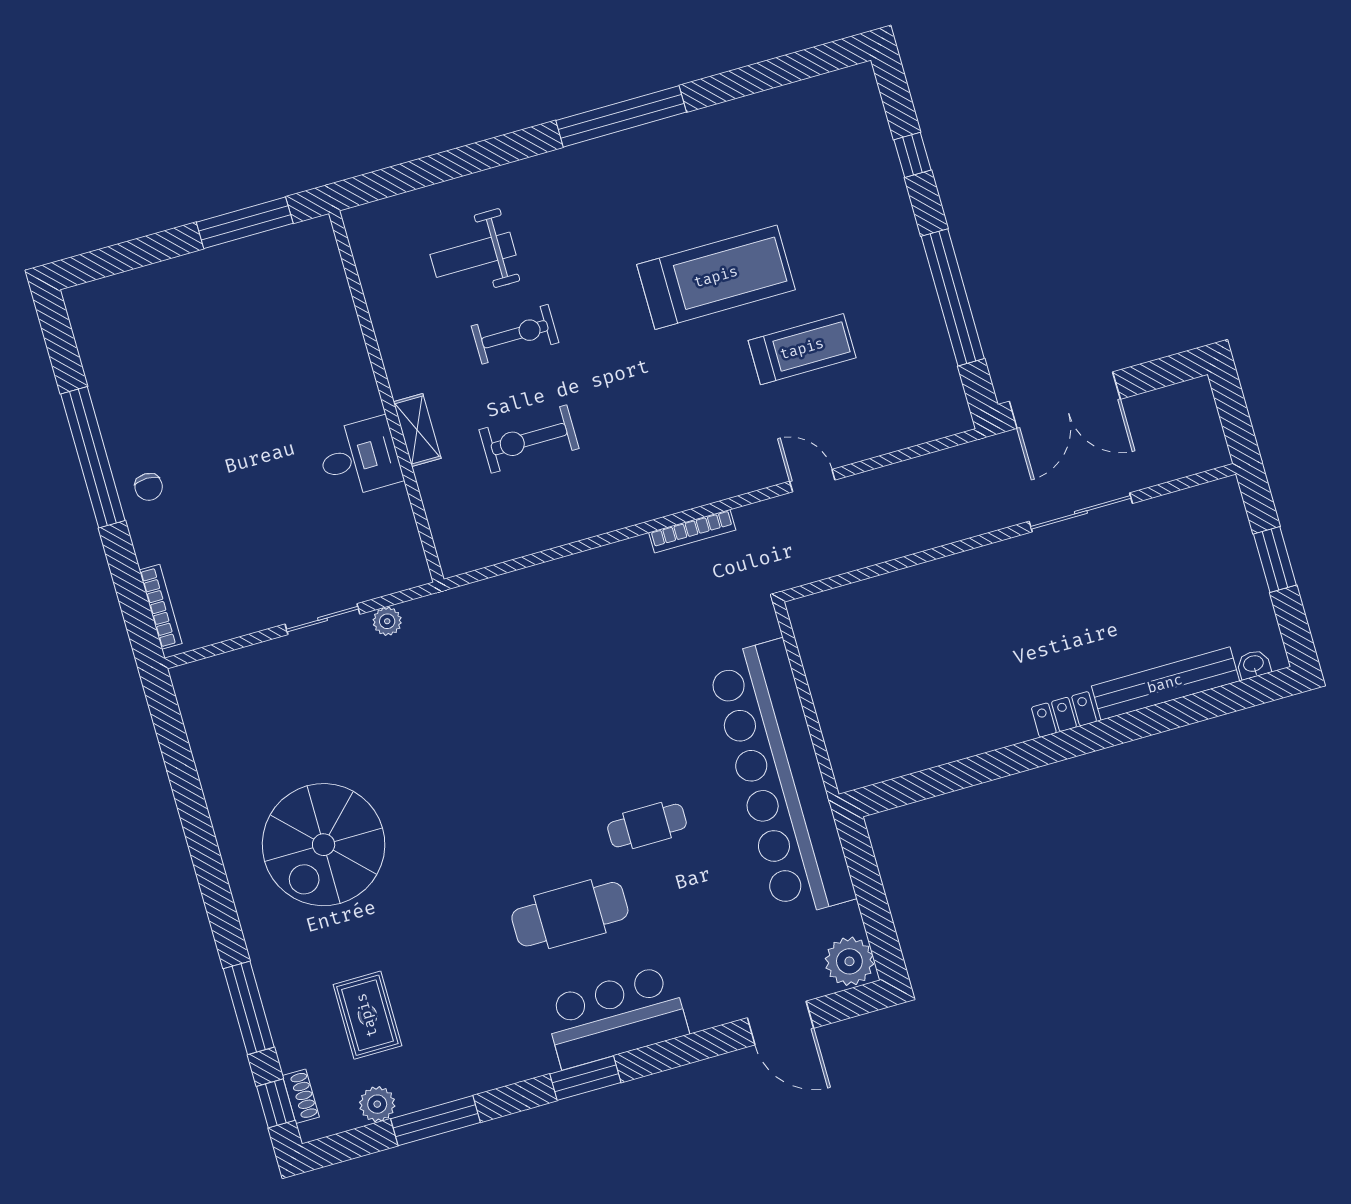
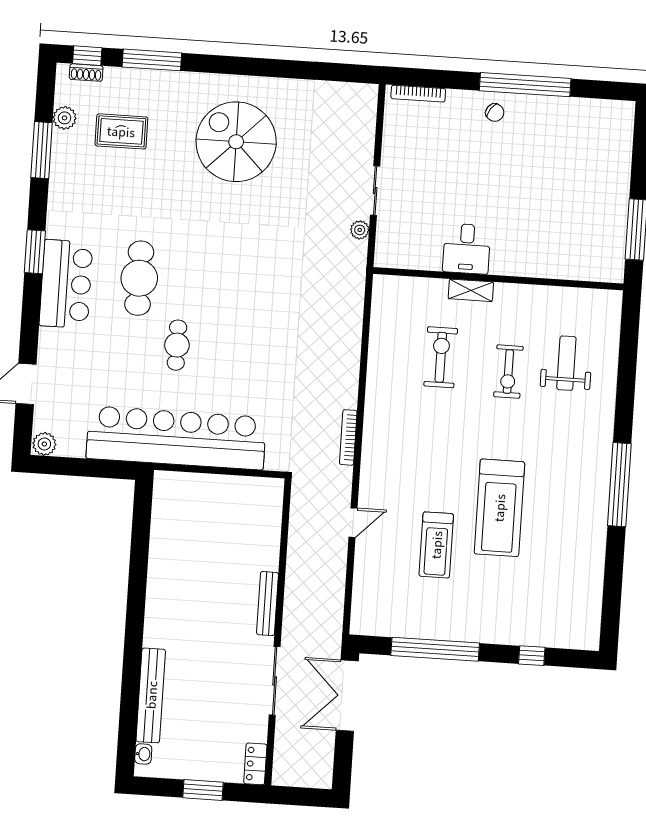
chair: (149, 487) -> (495, 112), turned -145
bench: (973, 562) -> (267, 604), added
locker: (1064, 714) -> (255, 764), moved, turned 180
plant: (849, 961) -> (44, 444), width x0.73, depth x0.73

